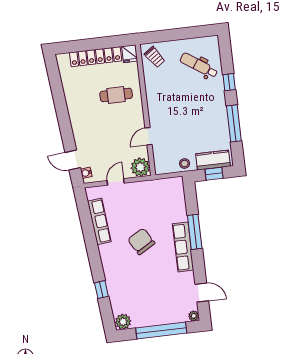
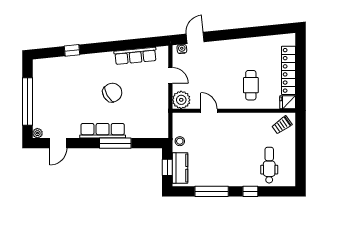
dental chair: (199, 65) -> (269, 165), turned -34
plant: (123, 322) -> (40, 67), removed

